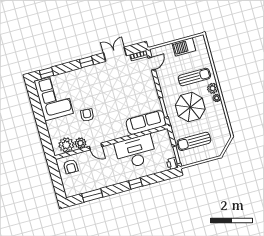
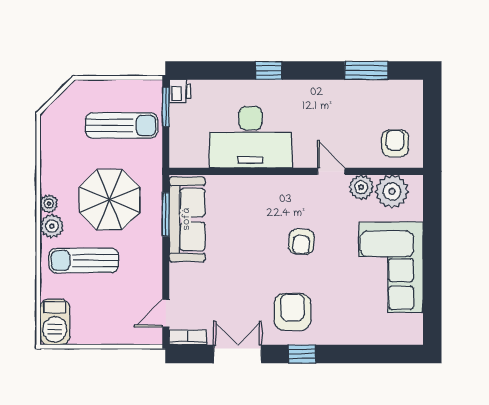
barbecue: (184, 47) -> (55, 322), moved, turned 90
double door: (115, 54) -> (238, 354), swing flipped
window: (46, 73) -> (392, 354), removed
armchair: (96, 80) -> (292, 312), added
corner sofa: (54, 97) -> (391, 267), moved
armchair: (87, 115) -> (301, 242), moved
sofa: (146, 122) -> (187, 219), moved, turned -90

